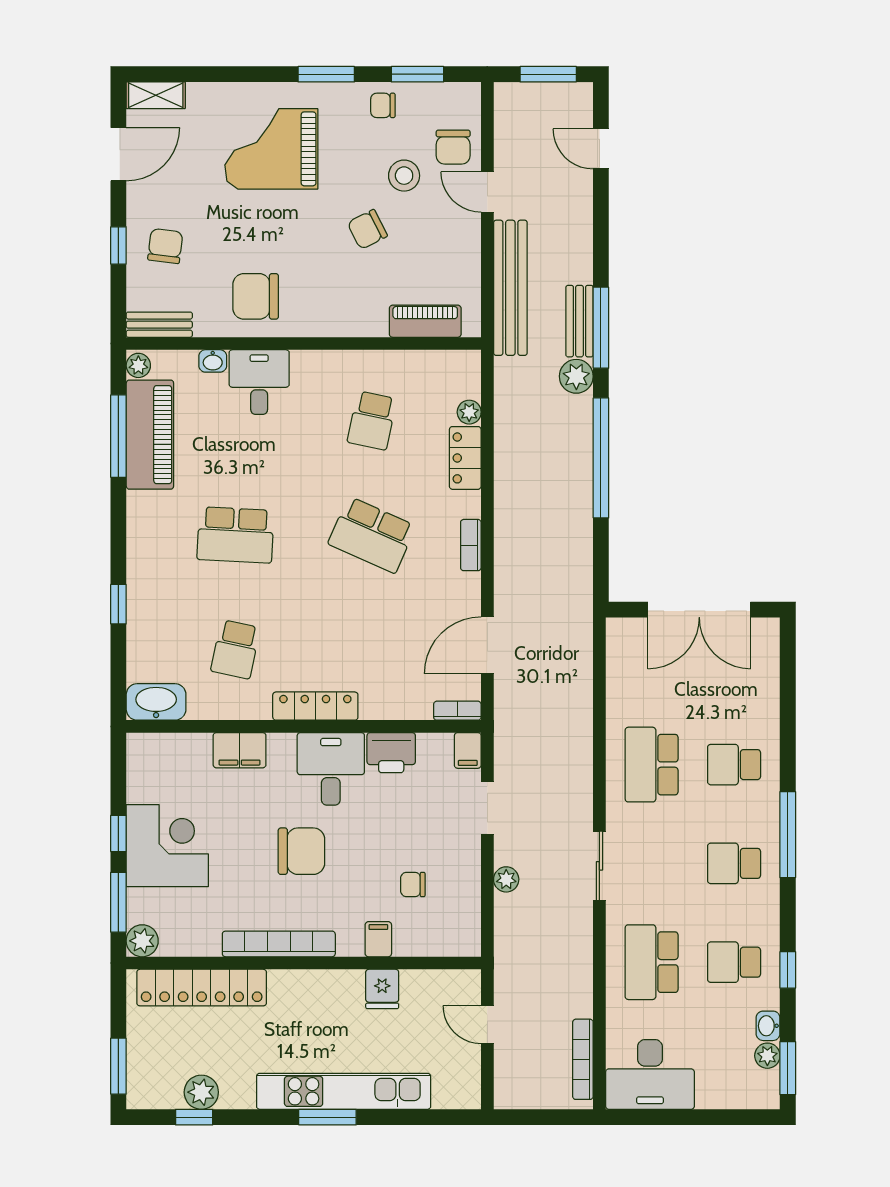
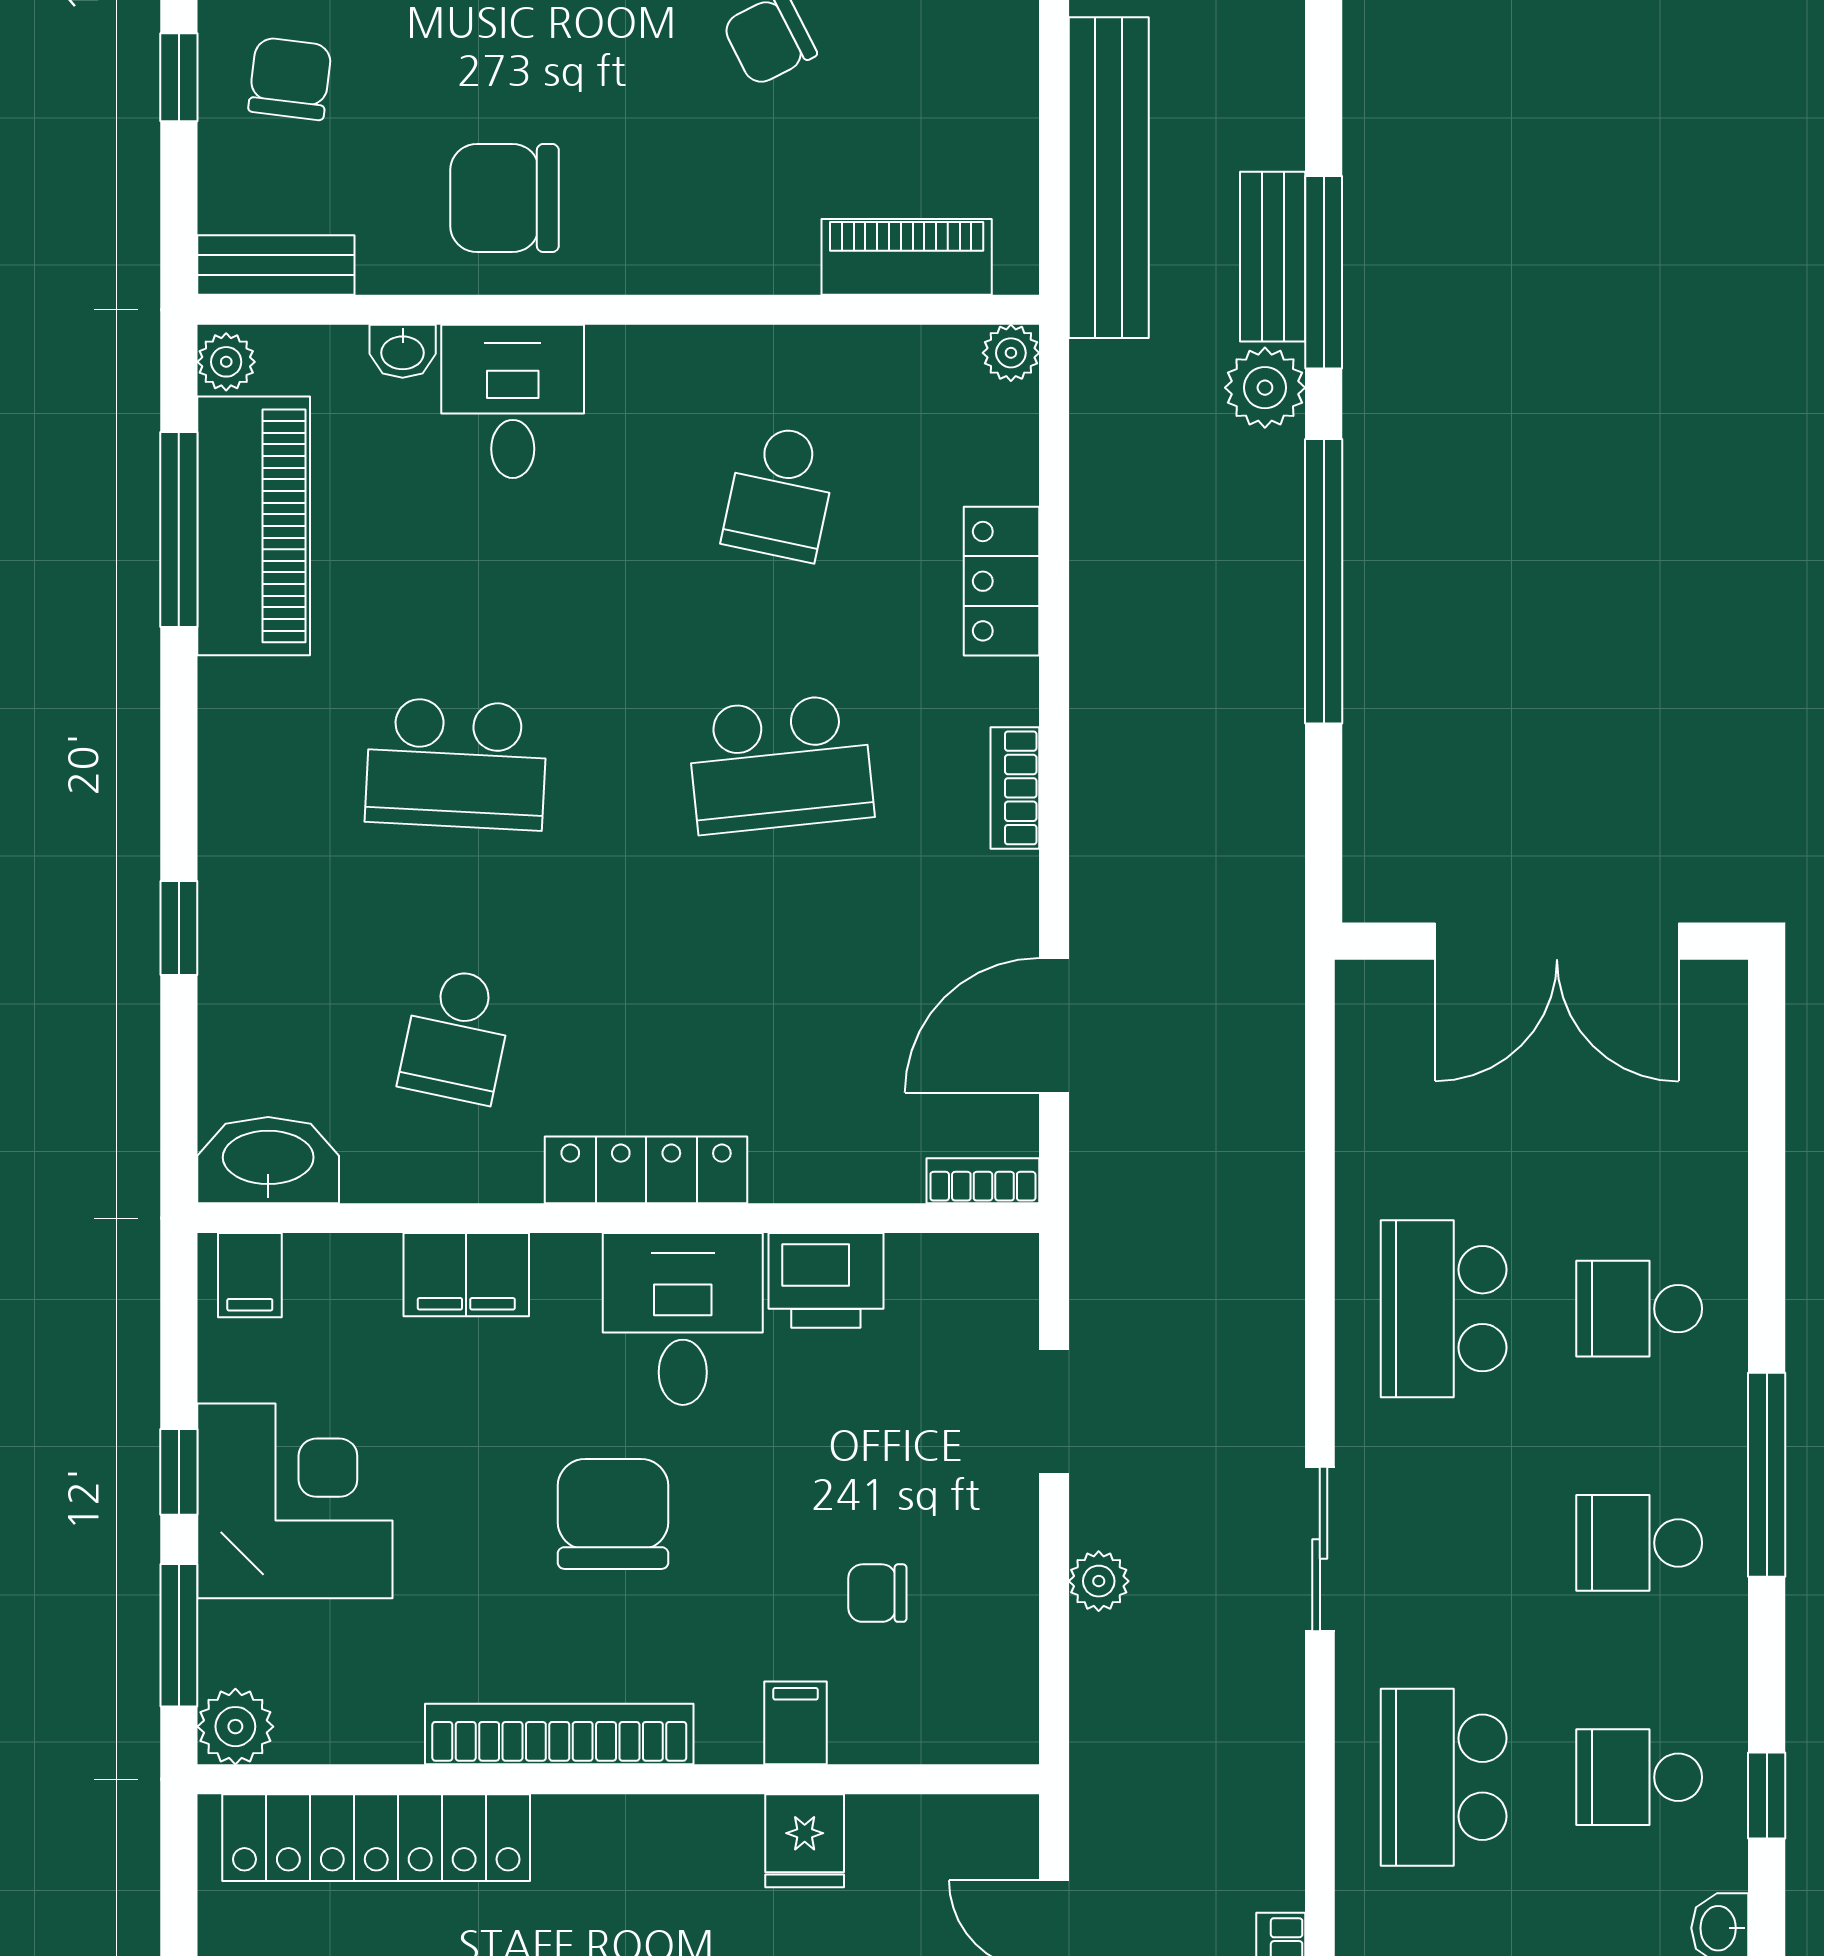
plant: (469, 412) -> (1011, 353), moved
school desk: (372, 535) -> (780, 764), turned -30
filing cabinet: (468, 750) -> (250, 1275), moved
chair: (301, 851) -> (613, 1514), turned -90

